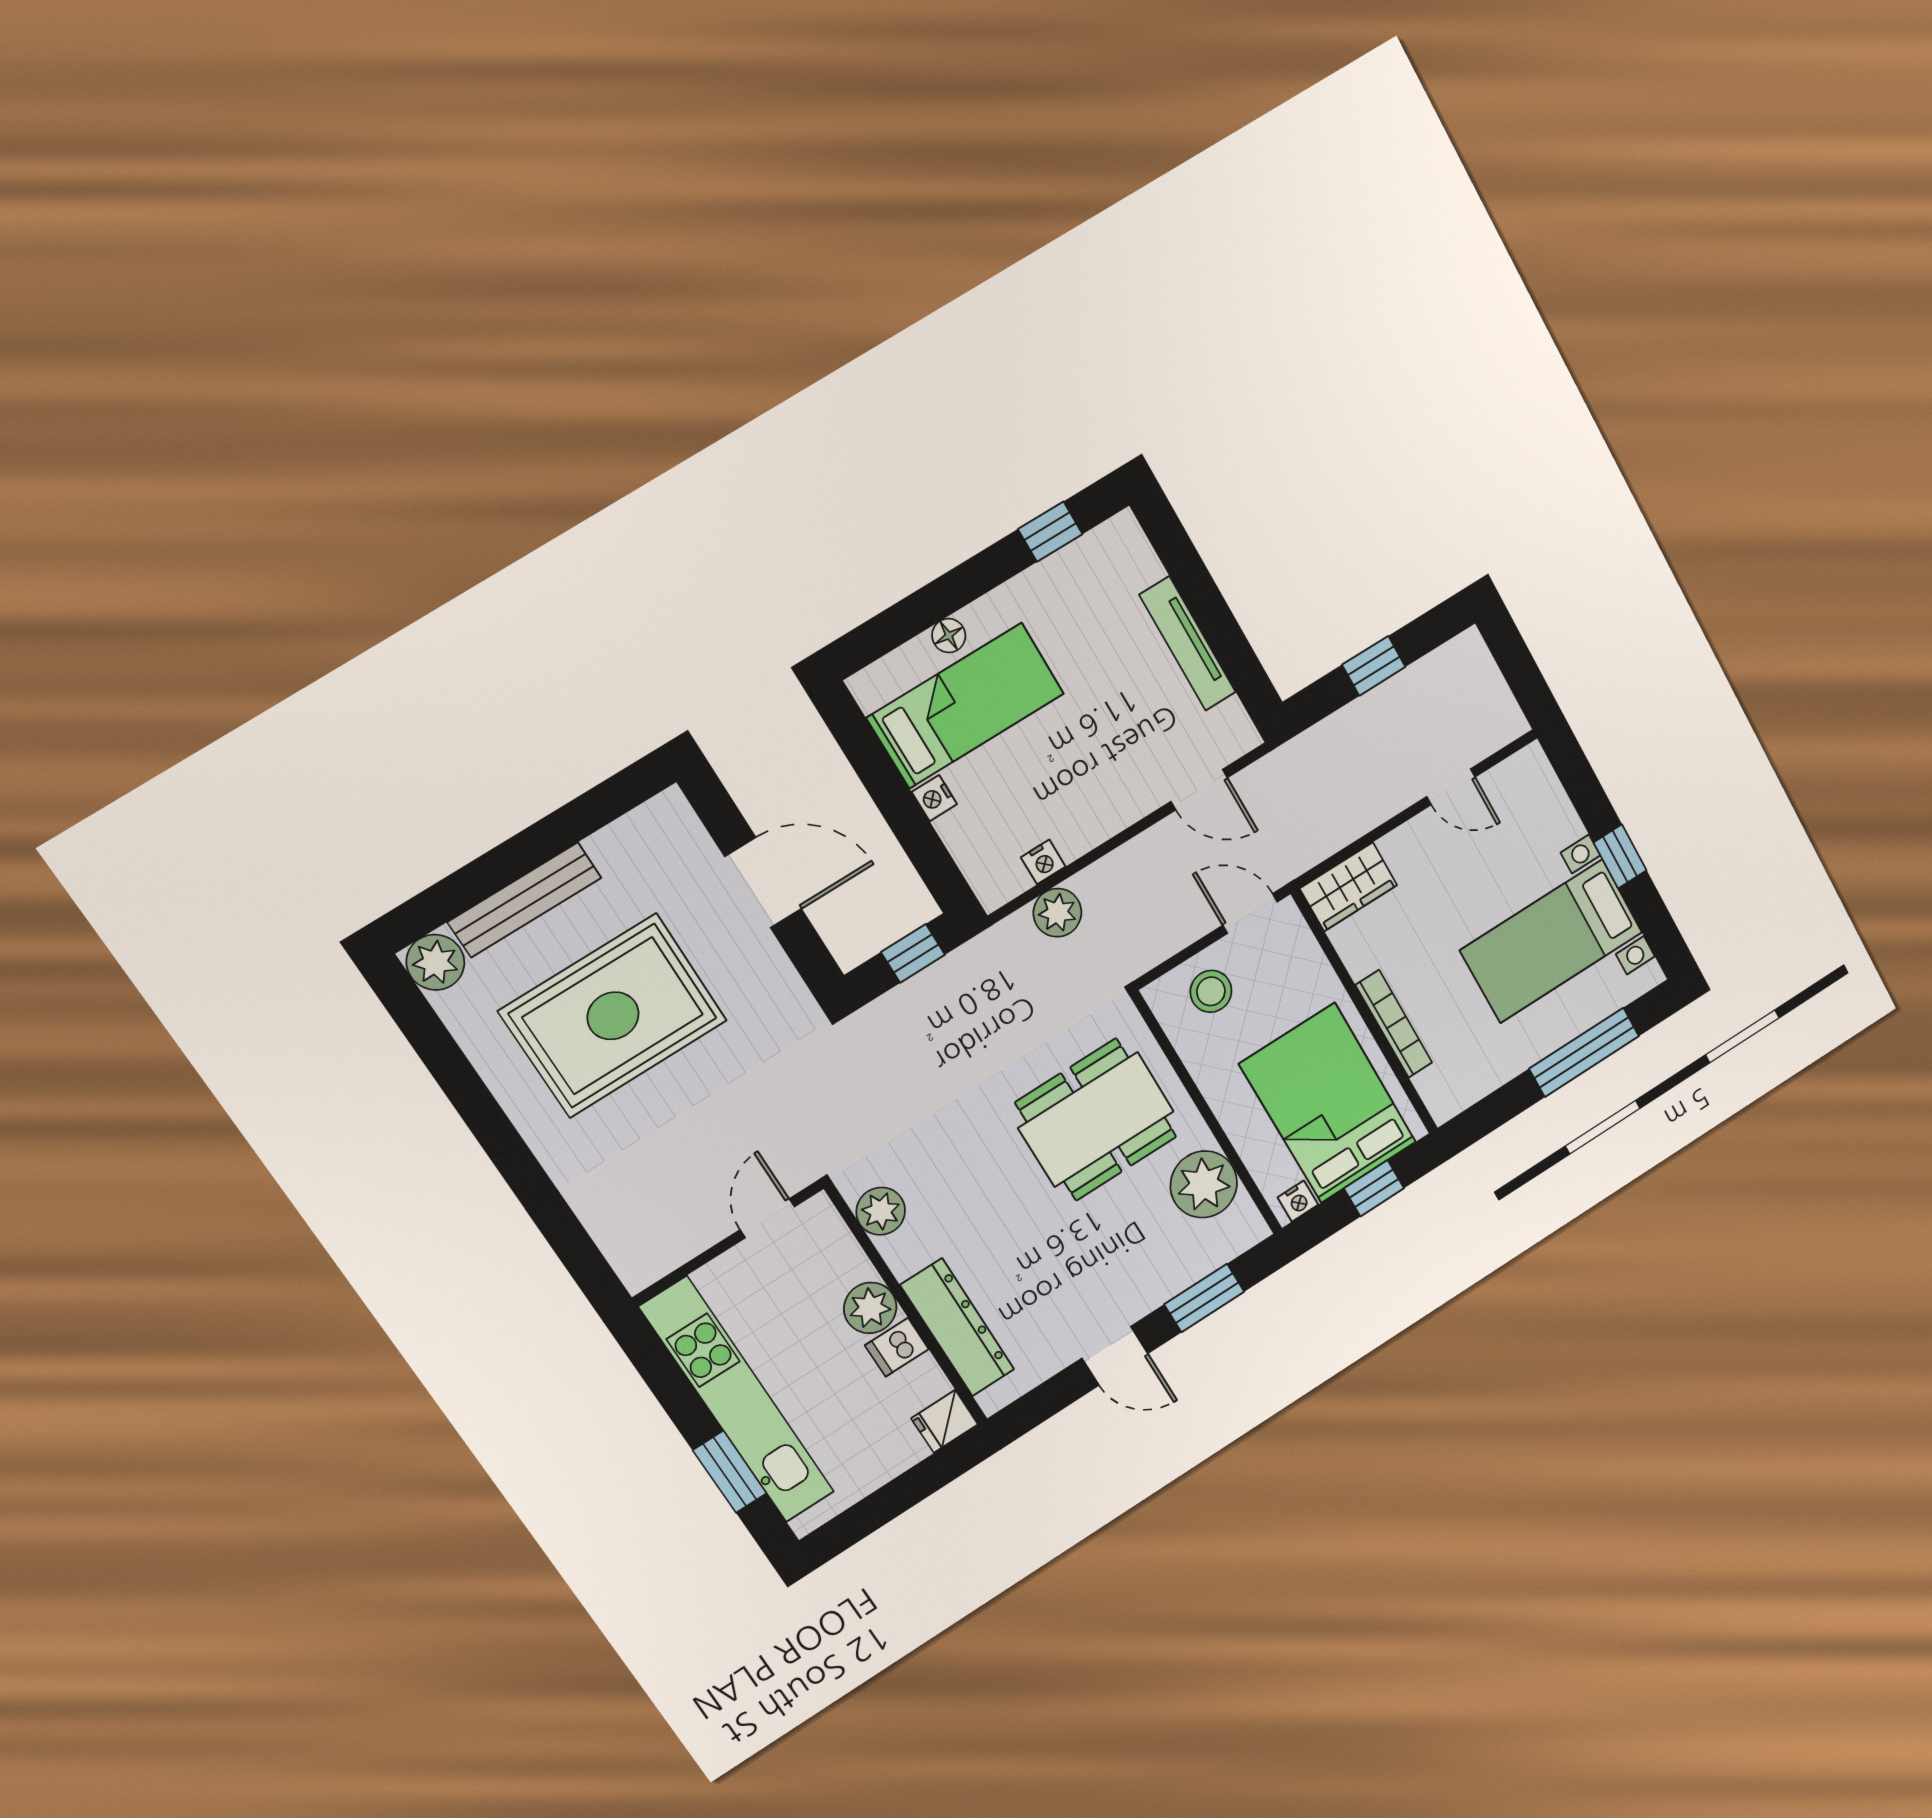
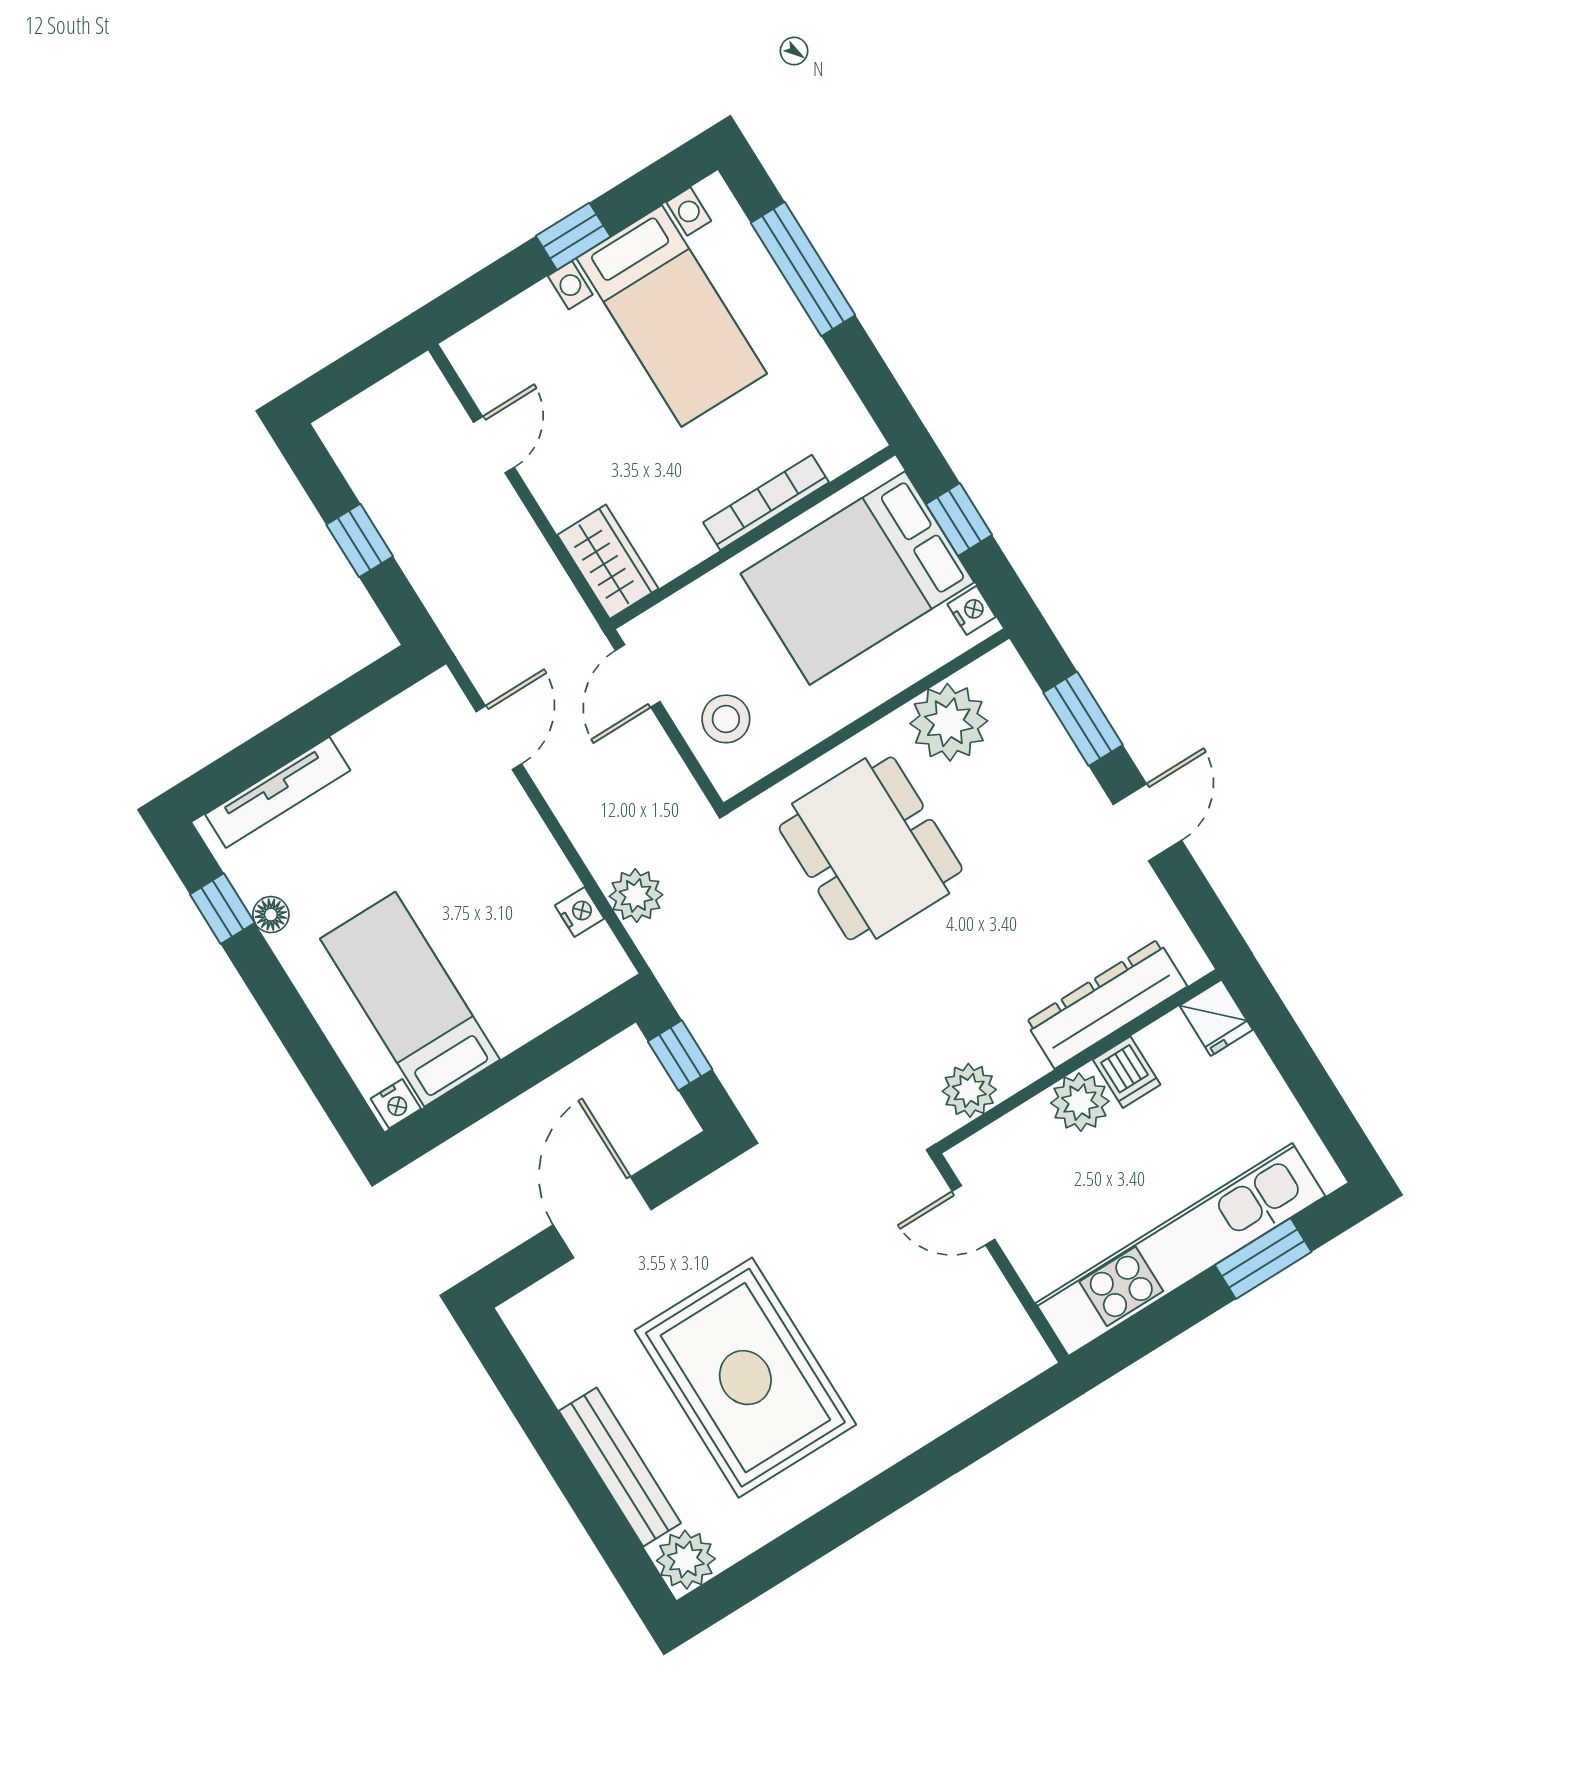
floor lamp: (949, 636) -> (271, 915), moved
tv unit: (1188, 644) -> (278, 792), moved
nightstand: (934, 798) -> (396, 1104), moved

